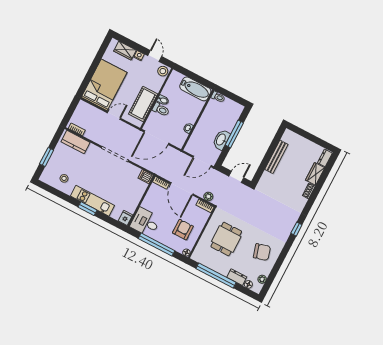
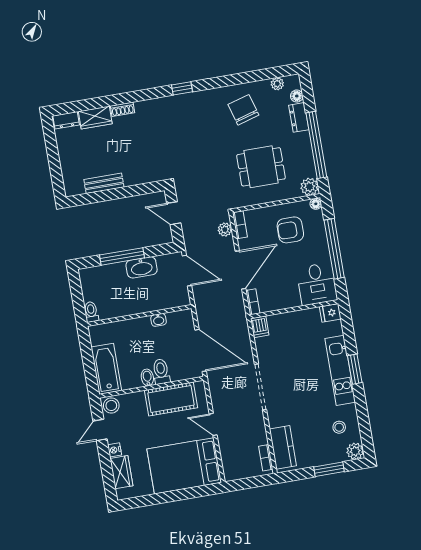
bathtub: (195, 89) -> (106, 369), moved
bench: (276, 157) -> (104, 183), width x0.73
plant: (46, 177) -> (355, 451), added
plant: (197, 256) -> (309, 187), added

